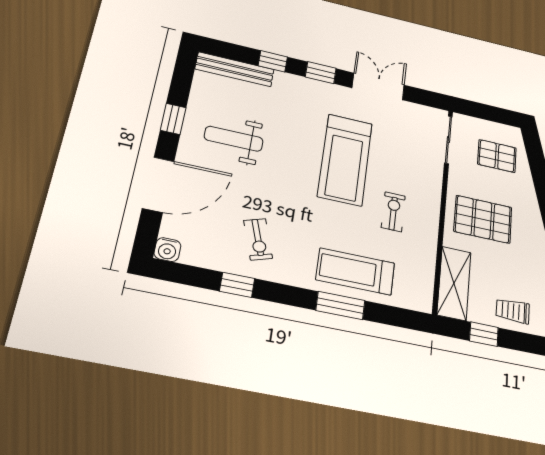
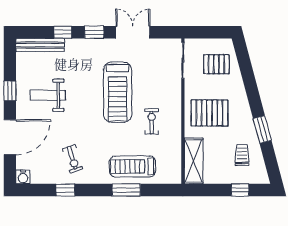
trolley: (513, 311) -> (242, 155), moved, turned 90
window: (484, 334) -> (240, 190), moved

